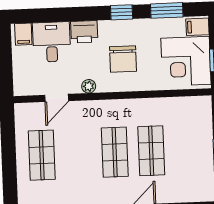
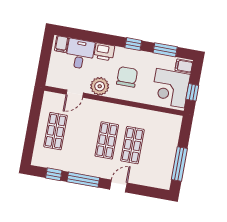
chair: (123, 59) -> (127, 77), turned 180
plant: (89, 86) -> (100, 86), width x1.88, depth x1.88

